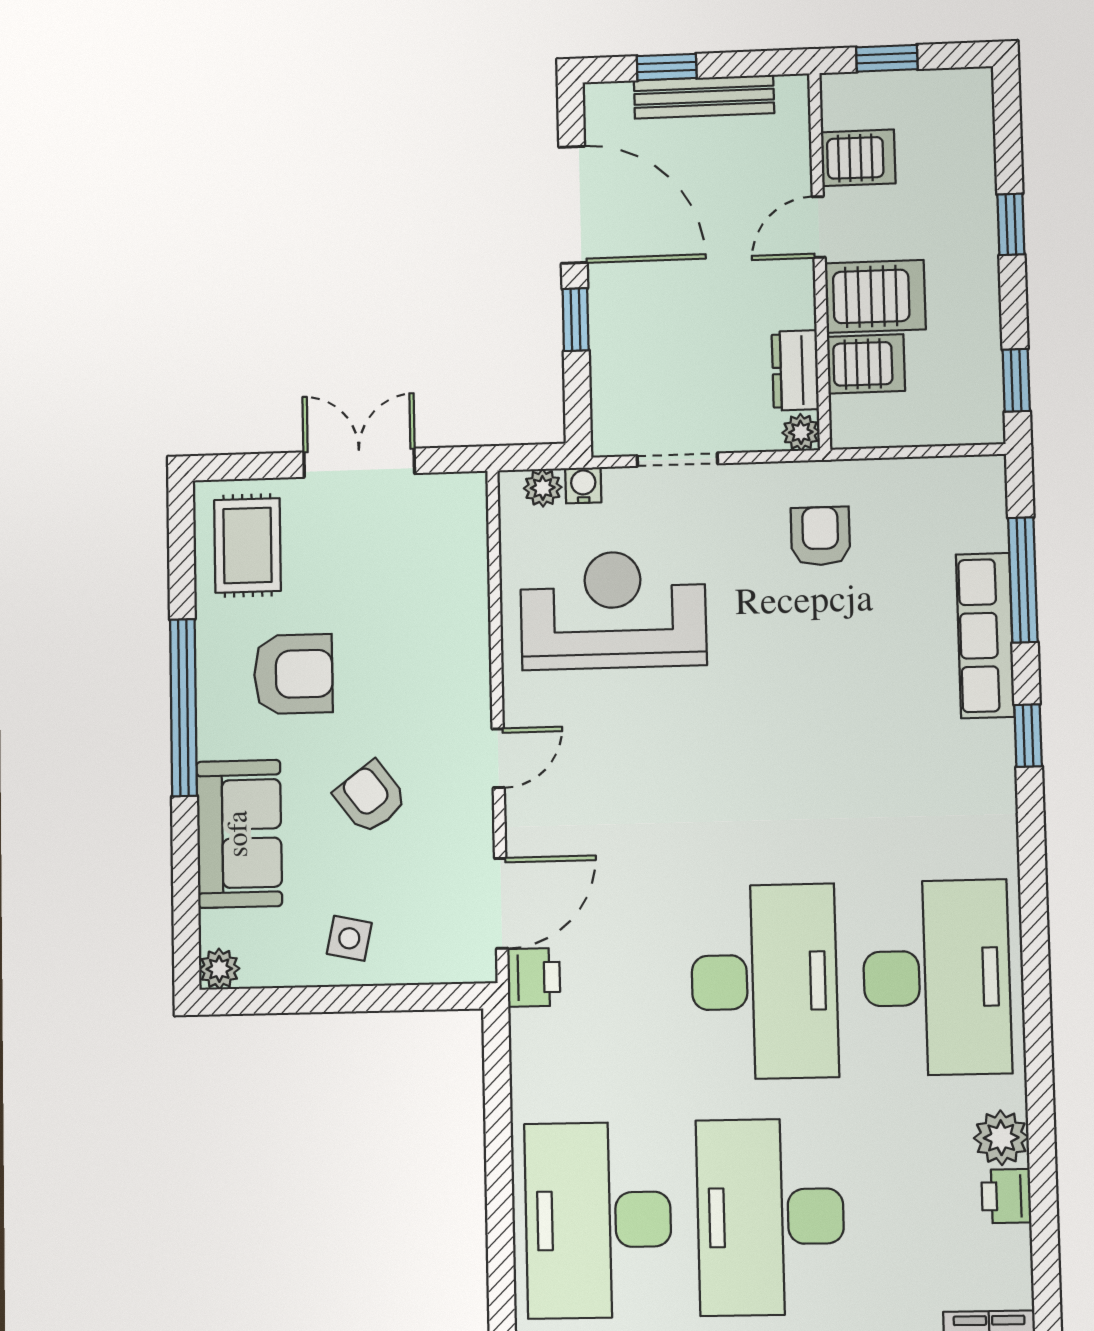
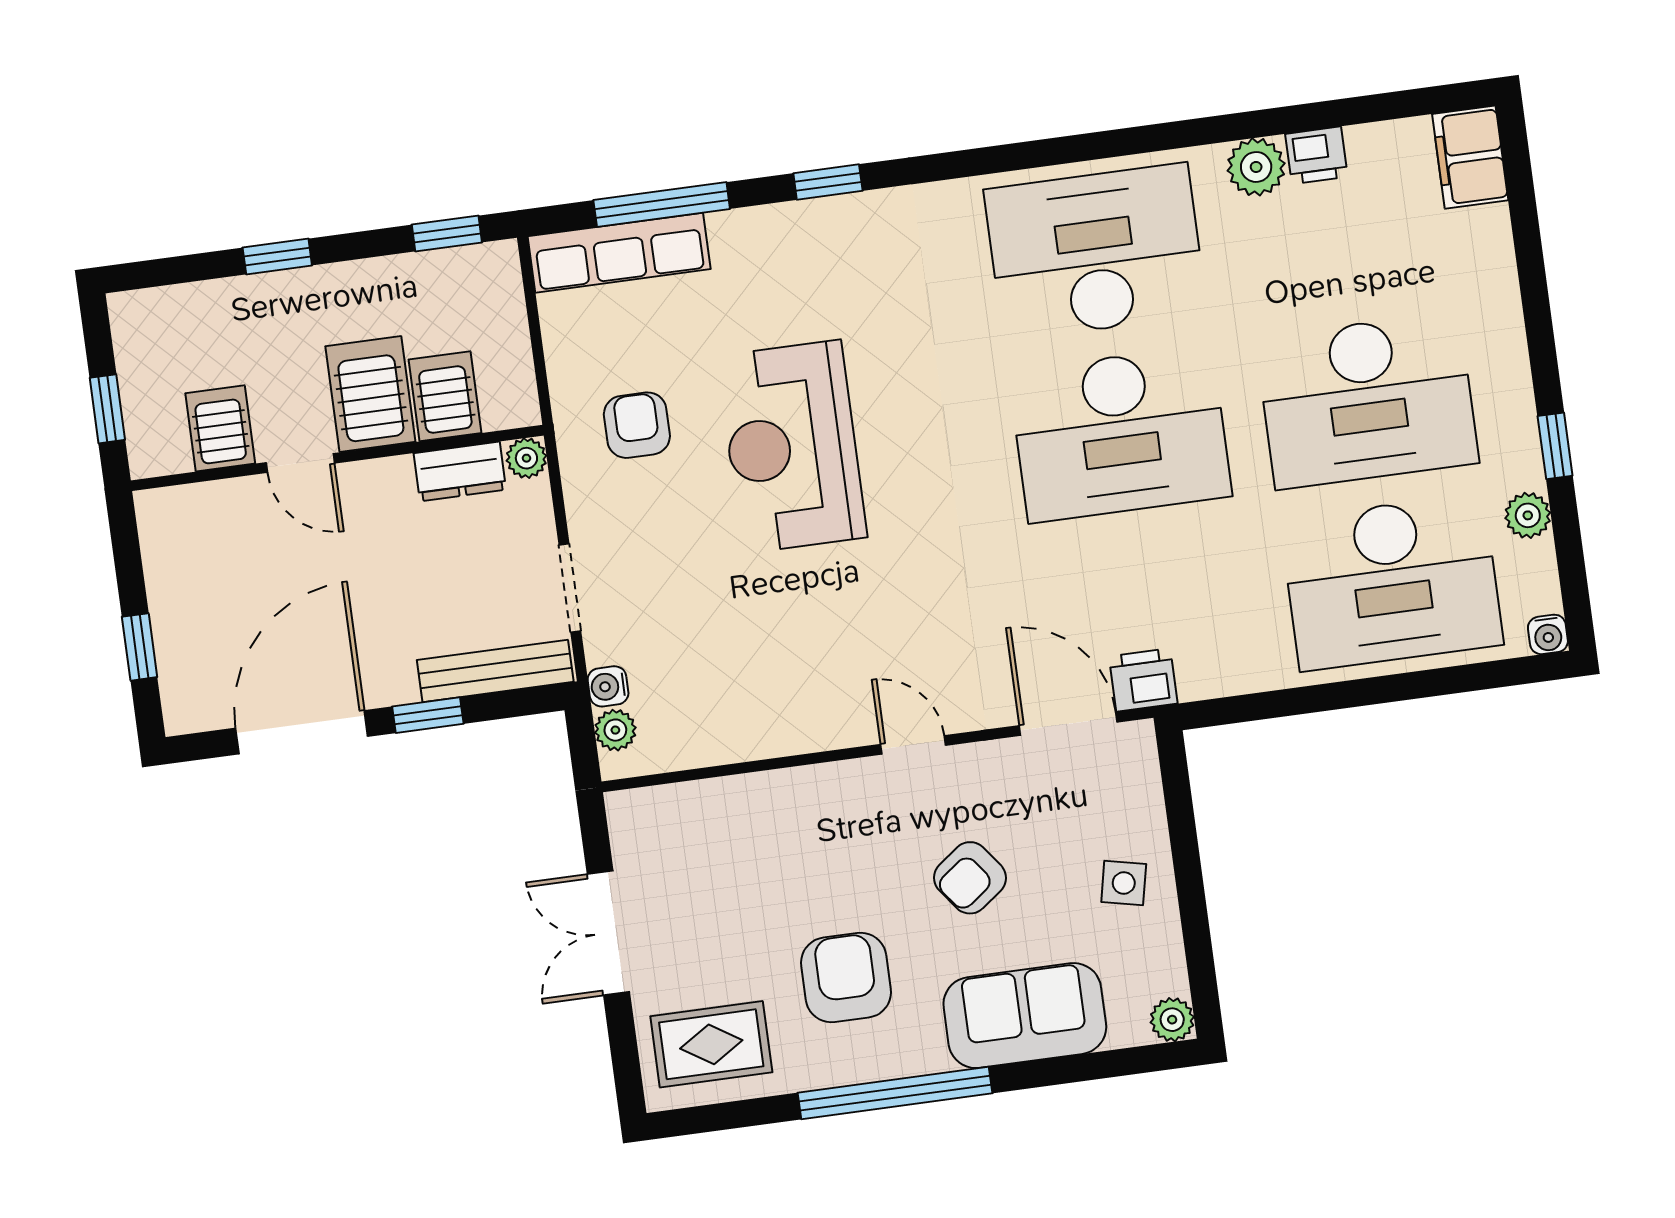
bench: (704, 97) -> (495, 671), moved, turned 90
armchair: (820, 536) -> (637, 425), turned 90
reception desk: (613, 610) -> (792, 447), moved
row of seats: (985, 635) -> (619, 253), moved
desk: (764, 982) -> (1120, 434), turned 180

